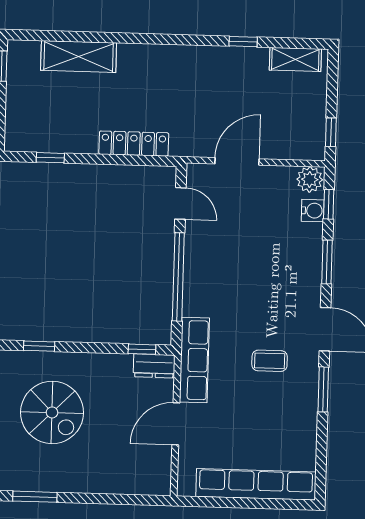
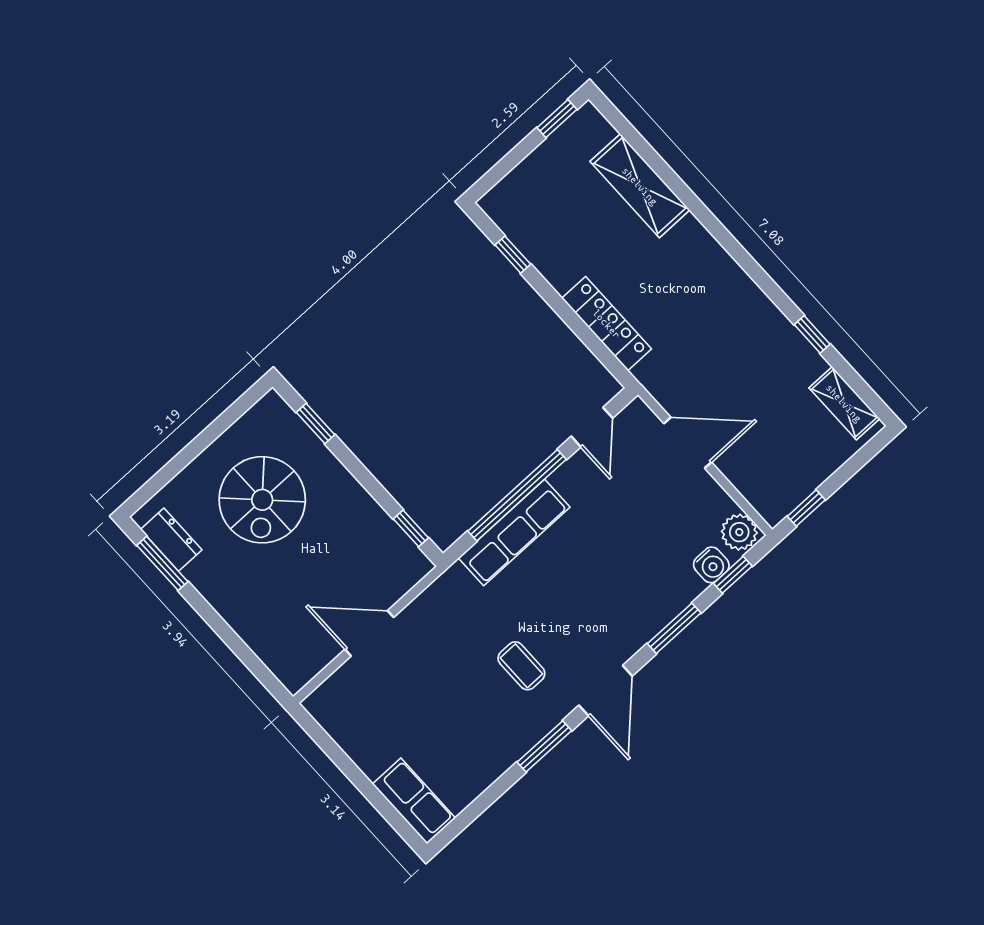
row of seats: (194, 360) -> (514, 532), moved
dresser: (154, 366) -> (171, 540), moved, turned 180
row of seats: (256, 484) -> (414, 801), width x0.50

